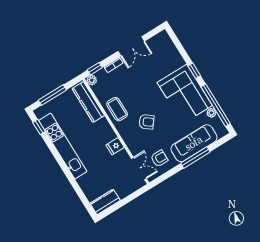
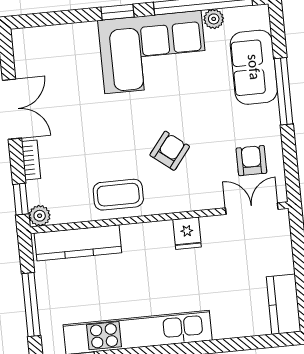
sofa: (194, 143) -> (254, 67), width x0.73

